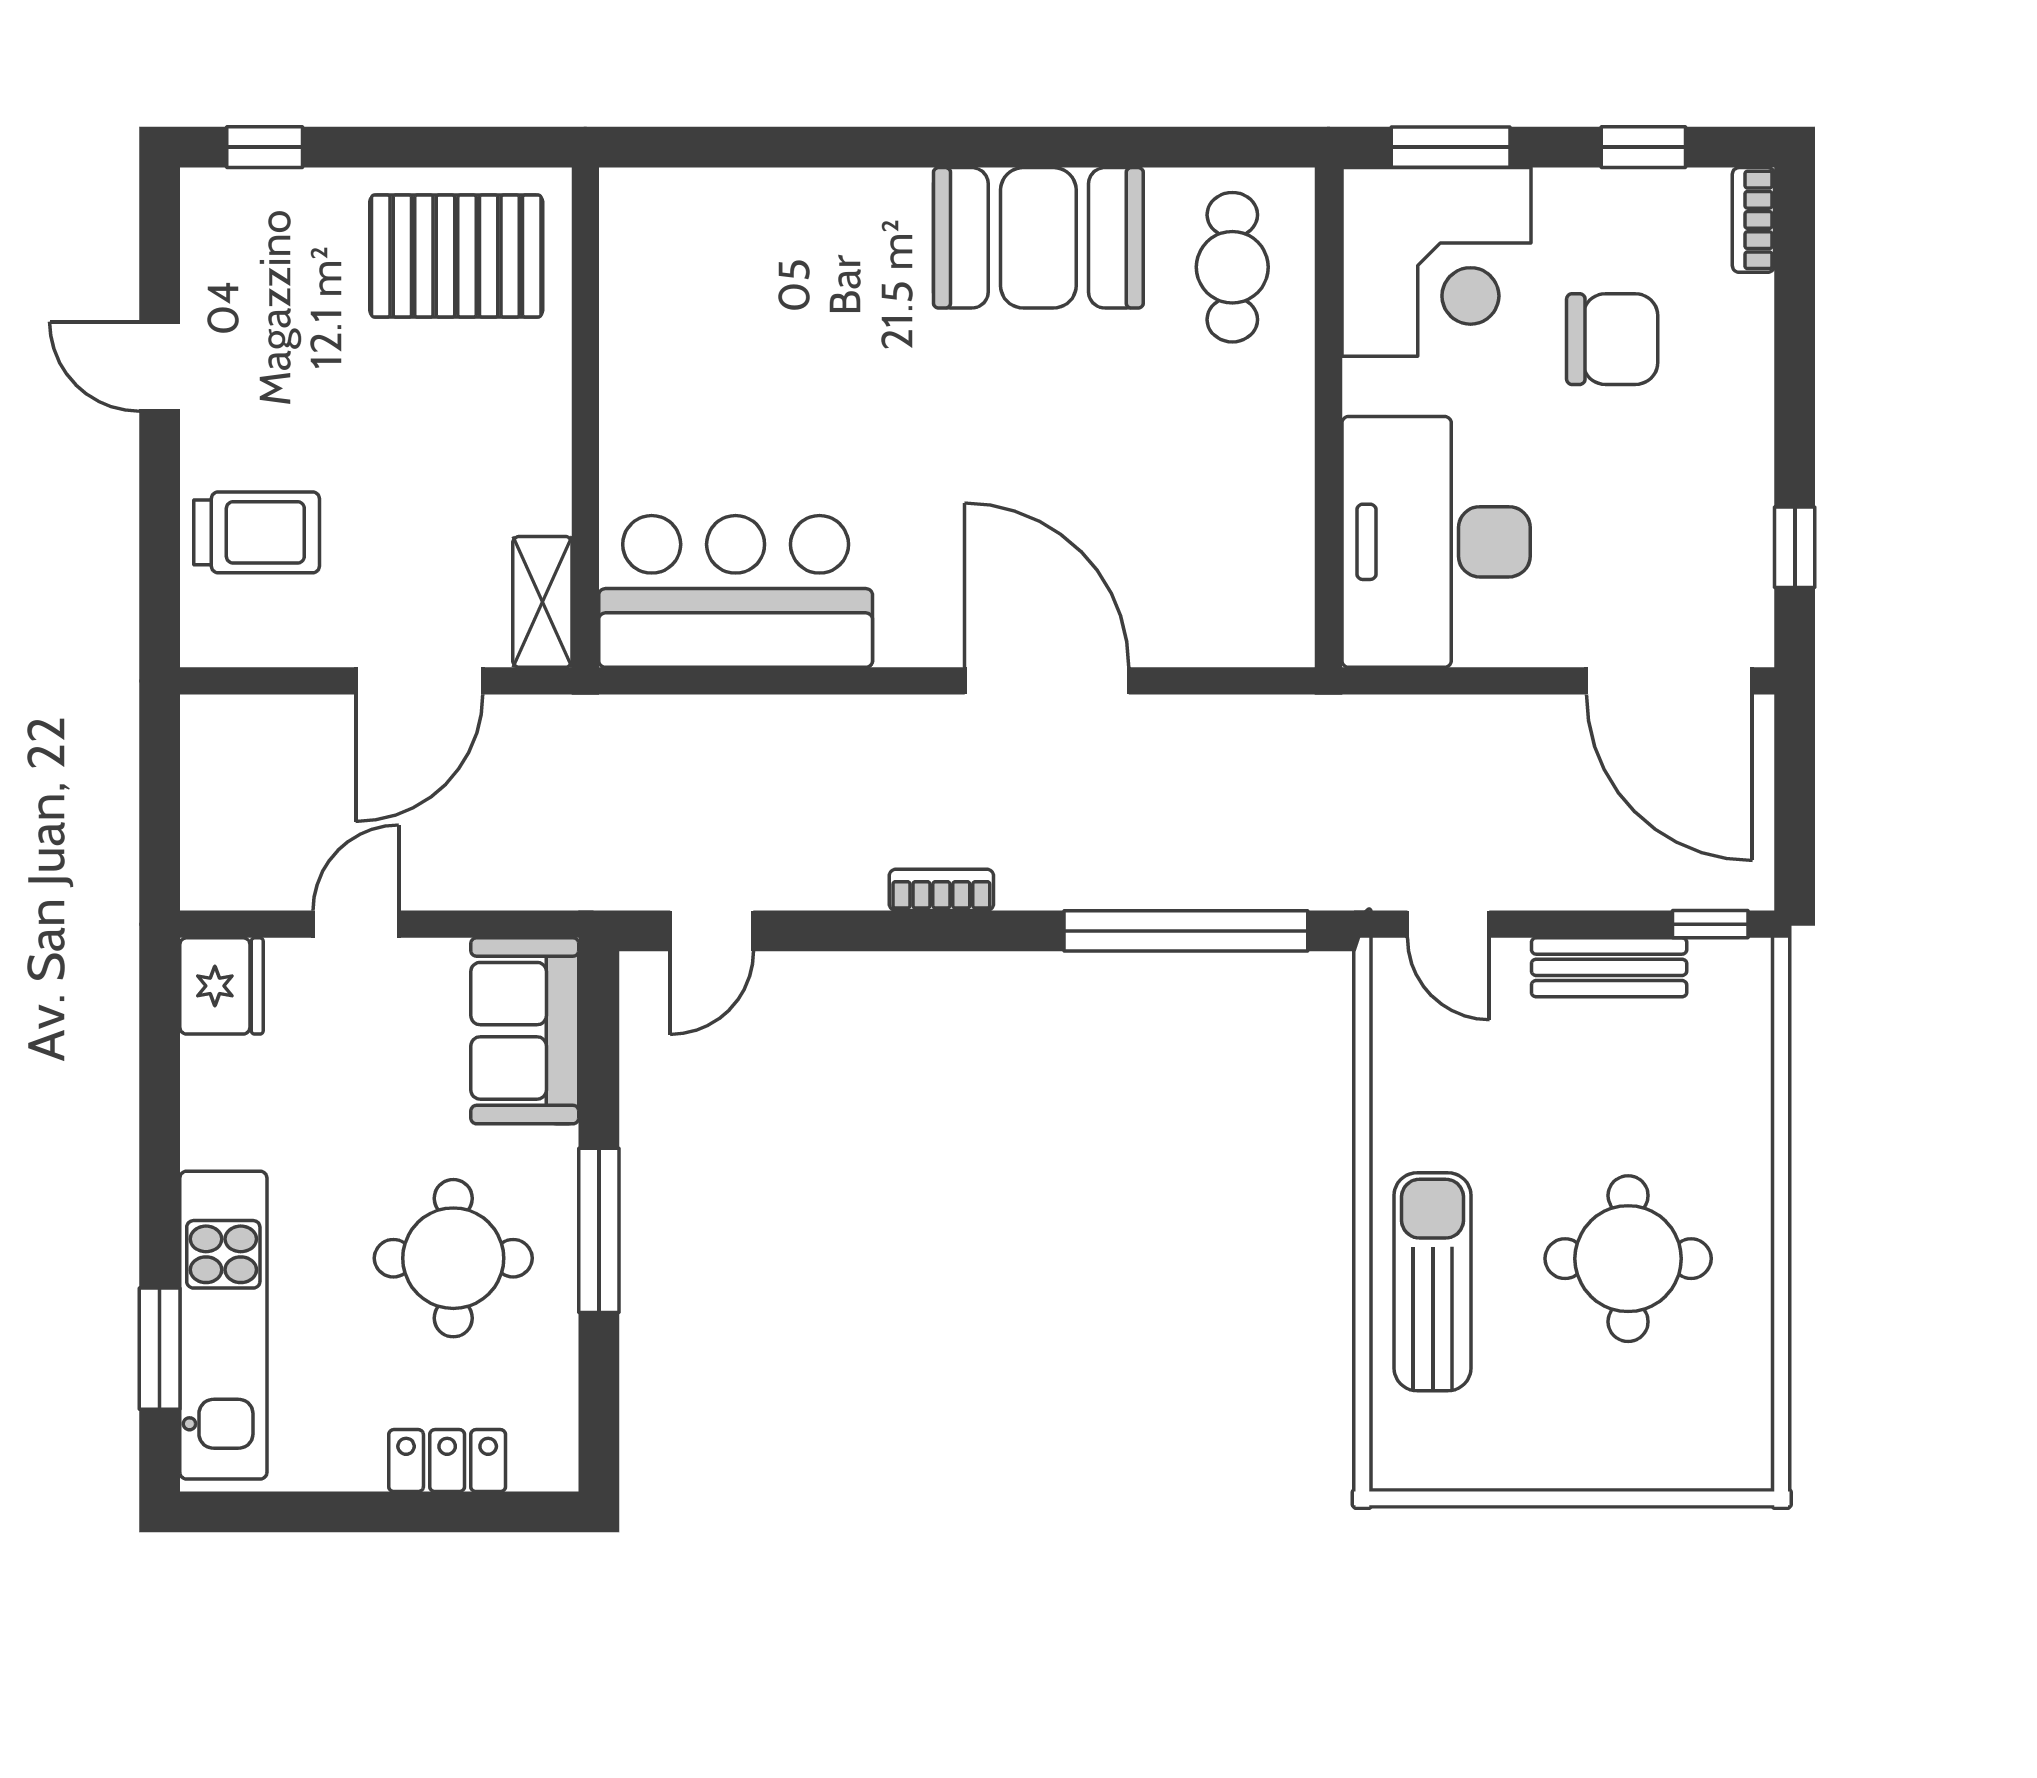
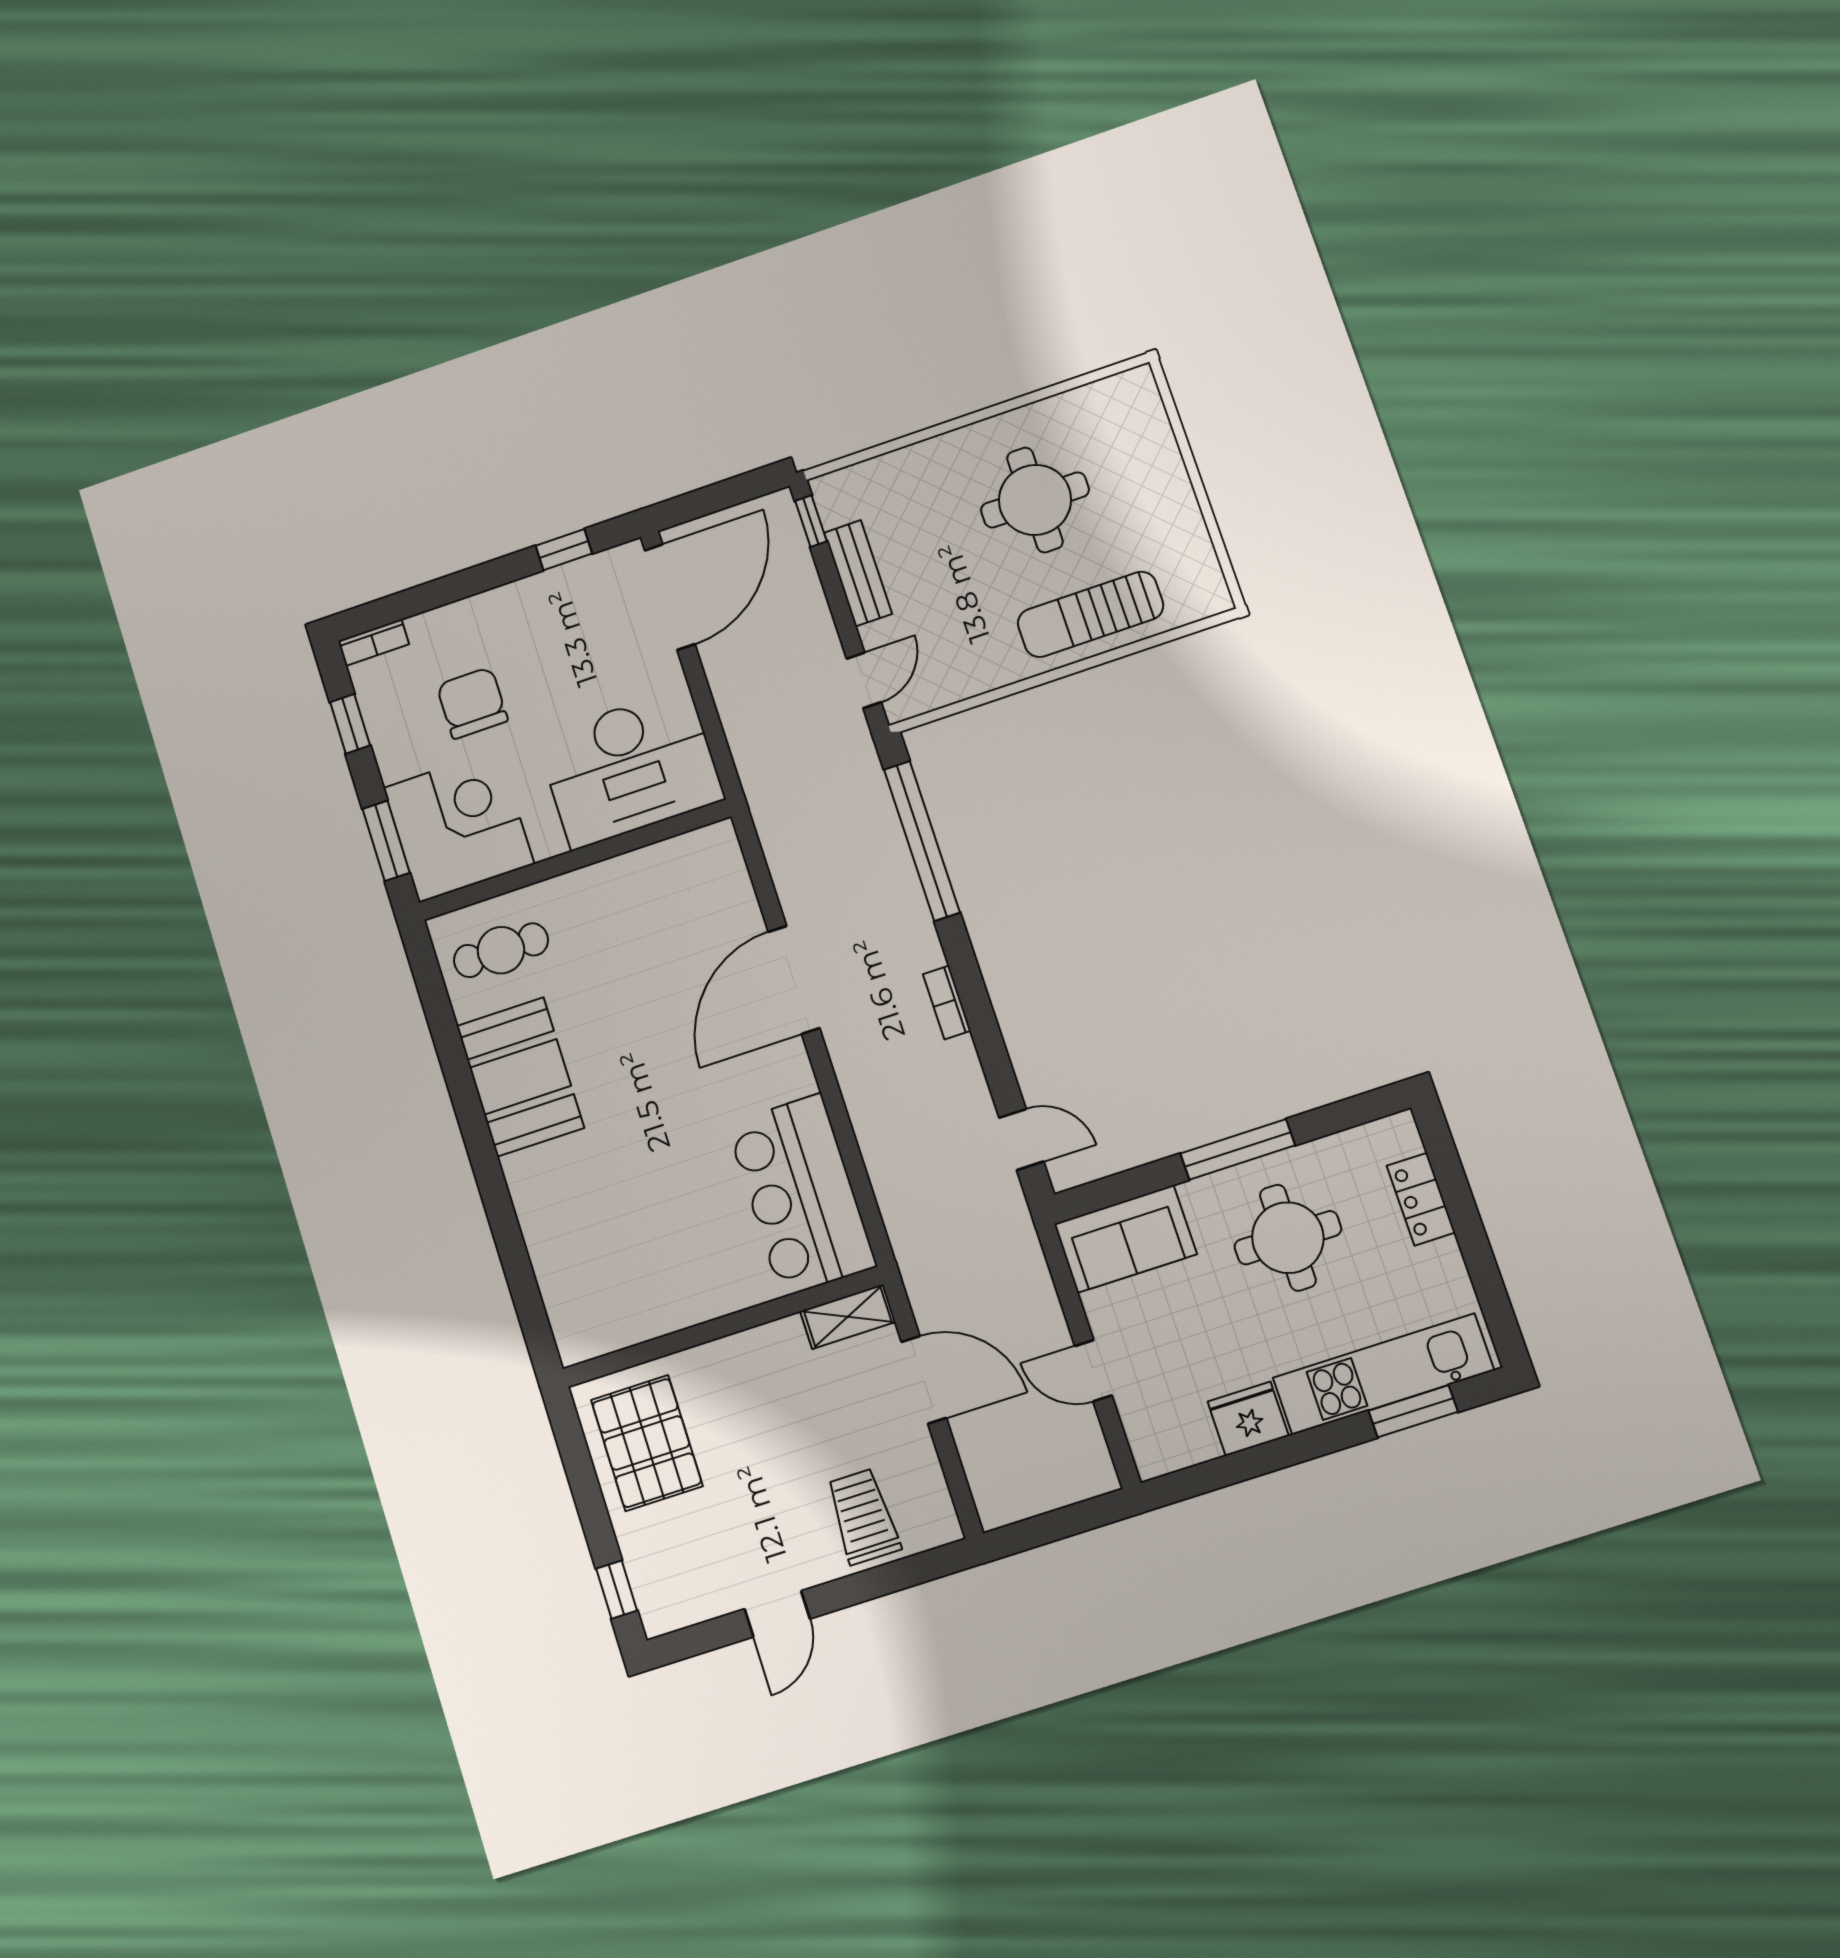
fridge: (221, 986) -> (1248, 1419), moved

